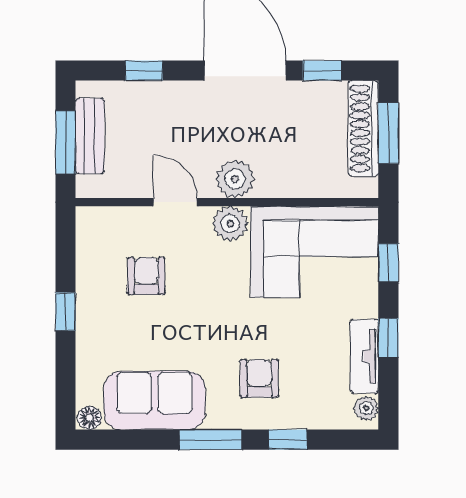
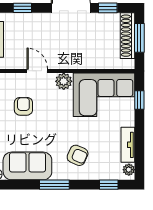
plant: (235, 179) -> (66, 60), removed
window: (388, 337) -> (139, 136), removed
armchair: (259, 378) -> (78, 155), turned 114
window: (288, 440) -> (109, 185), moved

